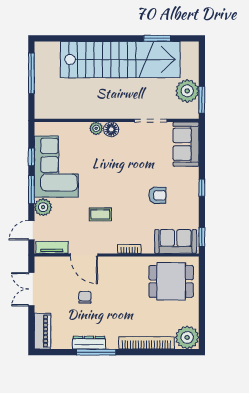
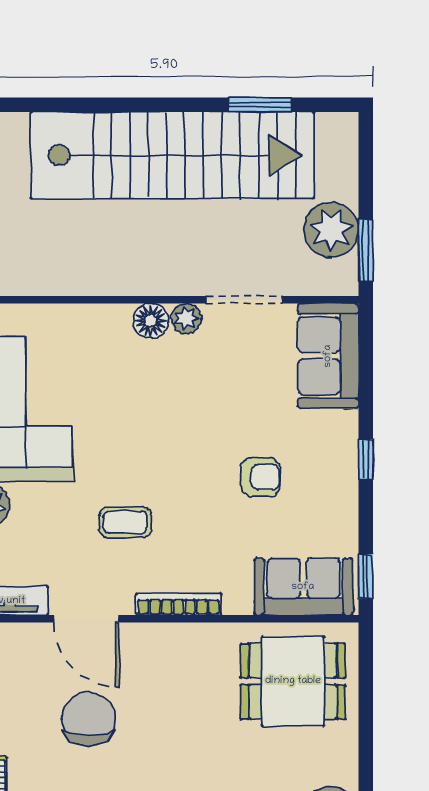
plant: (96, 128) -> (186, 318), moved
bookcase: (129, 249) -> (179, 604), width x1.56
chair: (85, 297) -> (88, 719), width x1.87, depth x1.87

